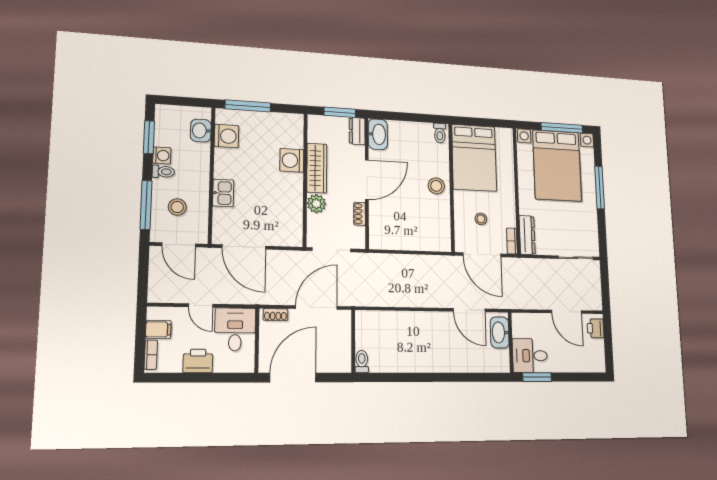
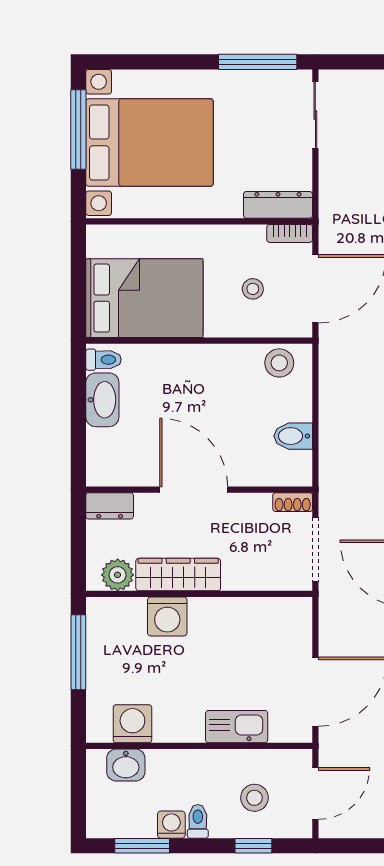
window: (248, 106) -> (78, 652), moved
window: (340, 112) -> (78, 536), removed
washbasin: (378, 134) -> (102, 400), moved, turned 90
stool: (436, 186) -> (279, 363), moved
window: (600, 188) -> (258, 62), moved
kitchen sink: (223, 193) -> (237, 727), width x1.38
plant: (316, 204) -> (118, 575), moved
window: (146, 205) -> (253, 846), width x0.46
shoe rack: (360, 214) -> (293, 502), moved
bidet: (398, 239) -> (293, 436), added

